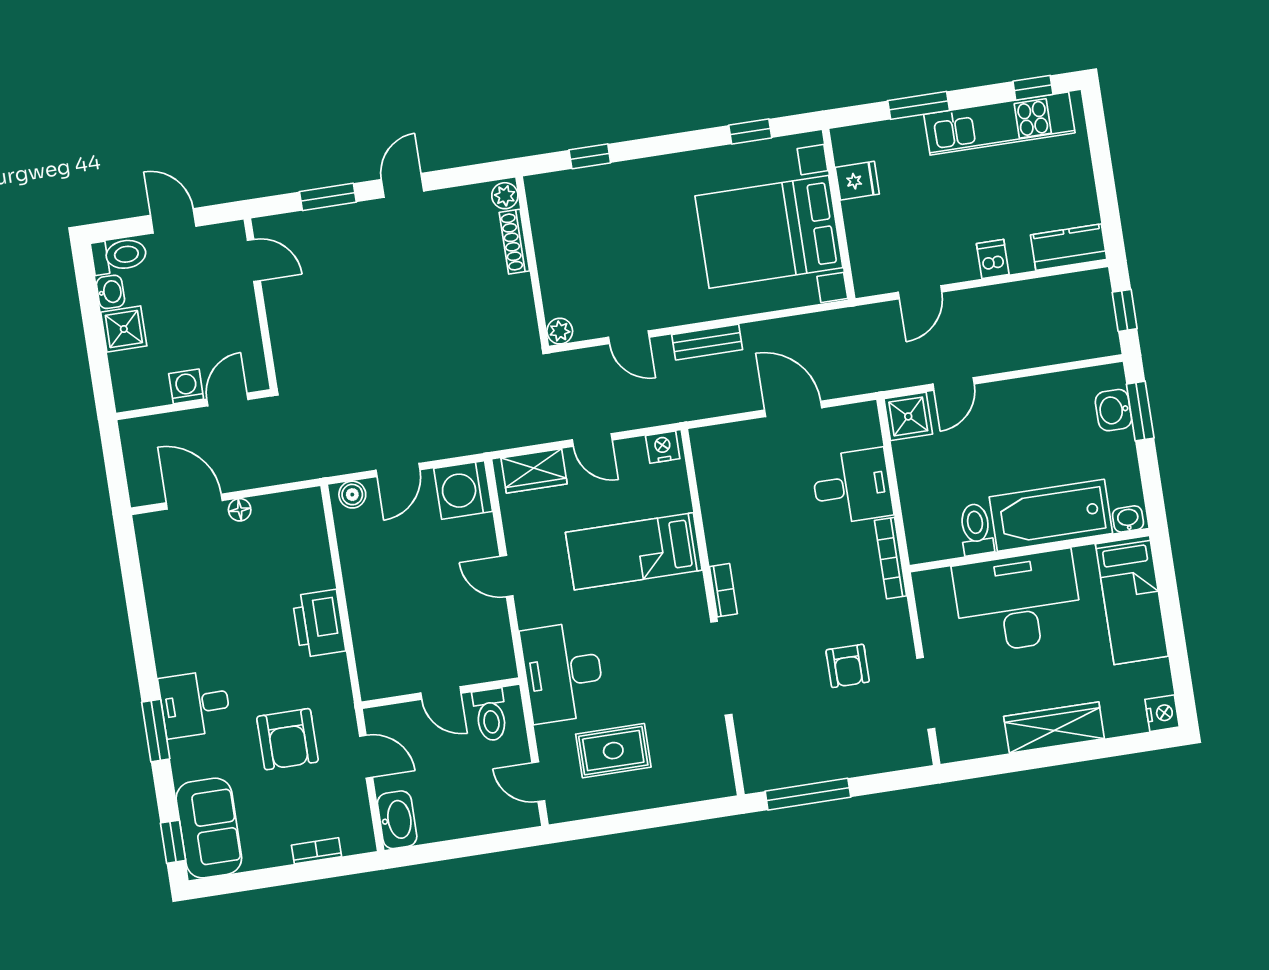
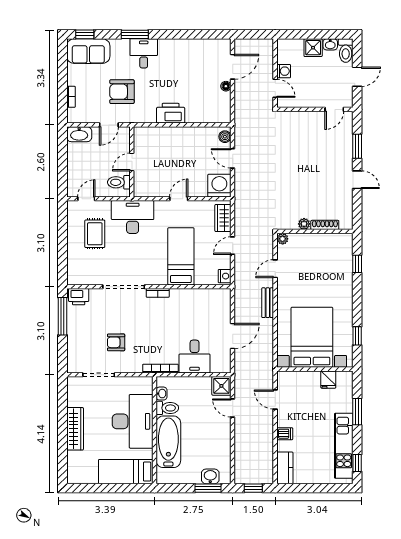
plant: (505, 196) -> (304, 224), moved
washbasin: (1128, 519) -> (161, 394), moved
nightstand: (1162, 713) -> (74, 477), removed
printer: (759, 765) -> (79, 297), added

